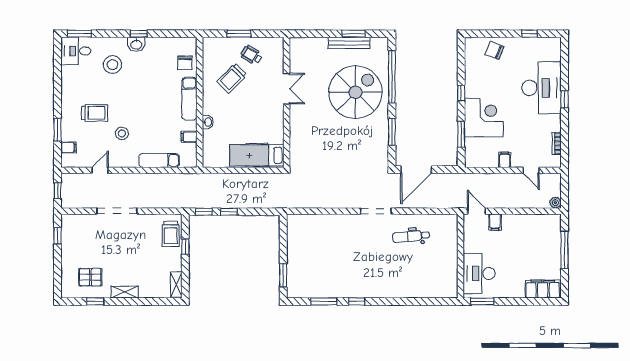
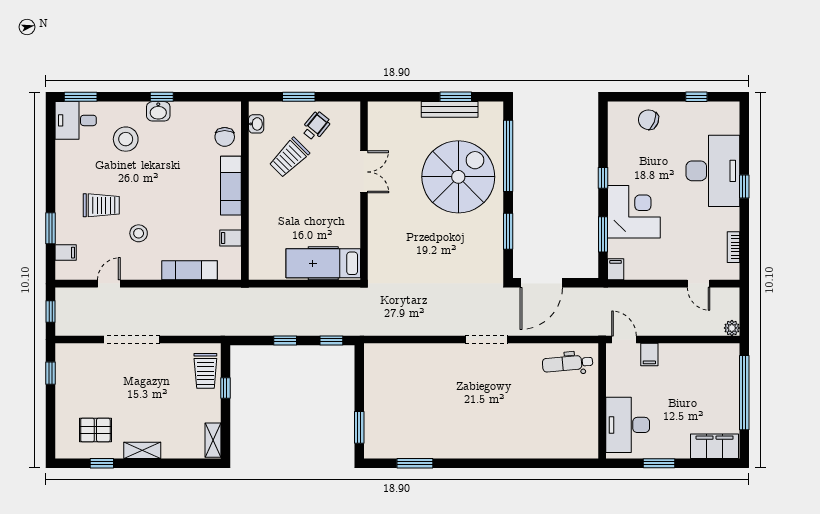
wheelchair: (251, 55) -> (316, 126), turned 98
washbasin: (208, 122) -> (256, 124), moved
filing cabinet: (505, 160) -> (616, 269), moved
window: (204, 212) -> (331, 340), moved
dental chair: (411, 236) -> (568, 363), moved
window: (564, 250) -> (744, 393), width x1.46
window: (357, 301) -> (460, 463), removed
window: (482, 301) -> (659, 463), moved

